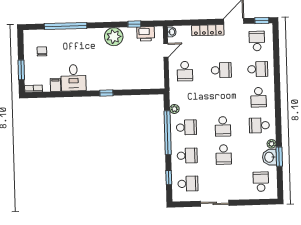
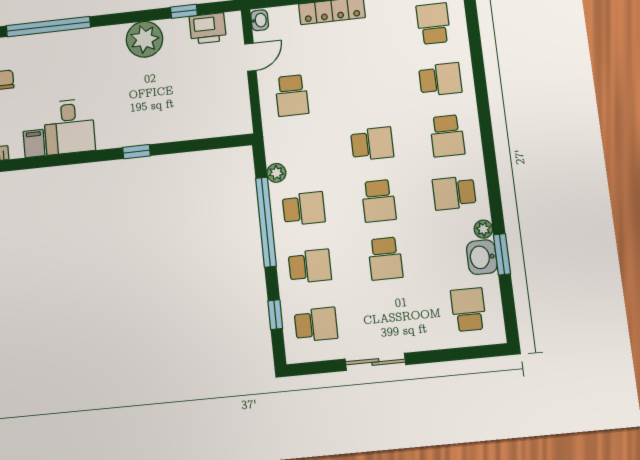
school desk: (221, 70) -> (372, 144), moved

